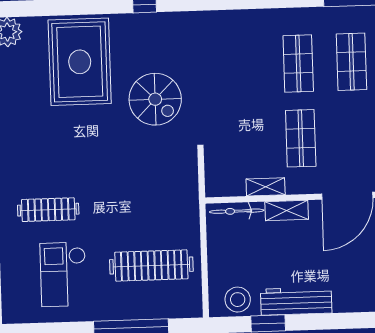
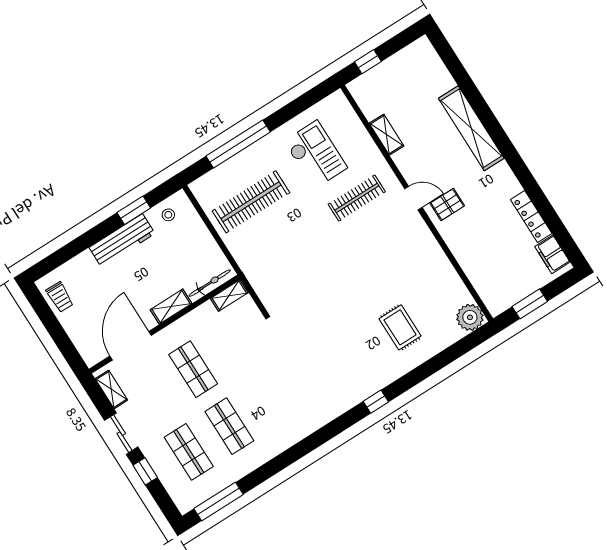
rug: (80, 62) -> (400, 327), width x0.54, depth x0.49
spiral stairs: (155, 99) -> (324, 333), removed
shelving: (266, 187) -> (229, 296), moved
stool: (238, 300) -> (168, 215), width x0.53, depth x0.53

